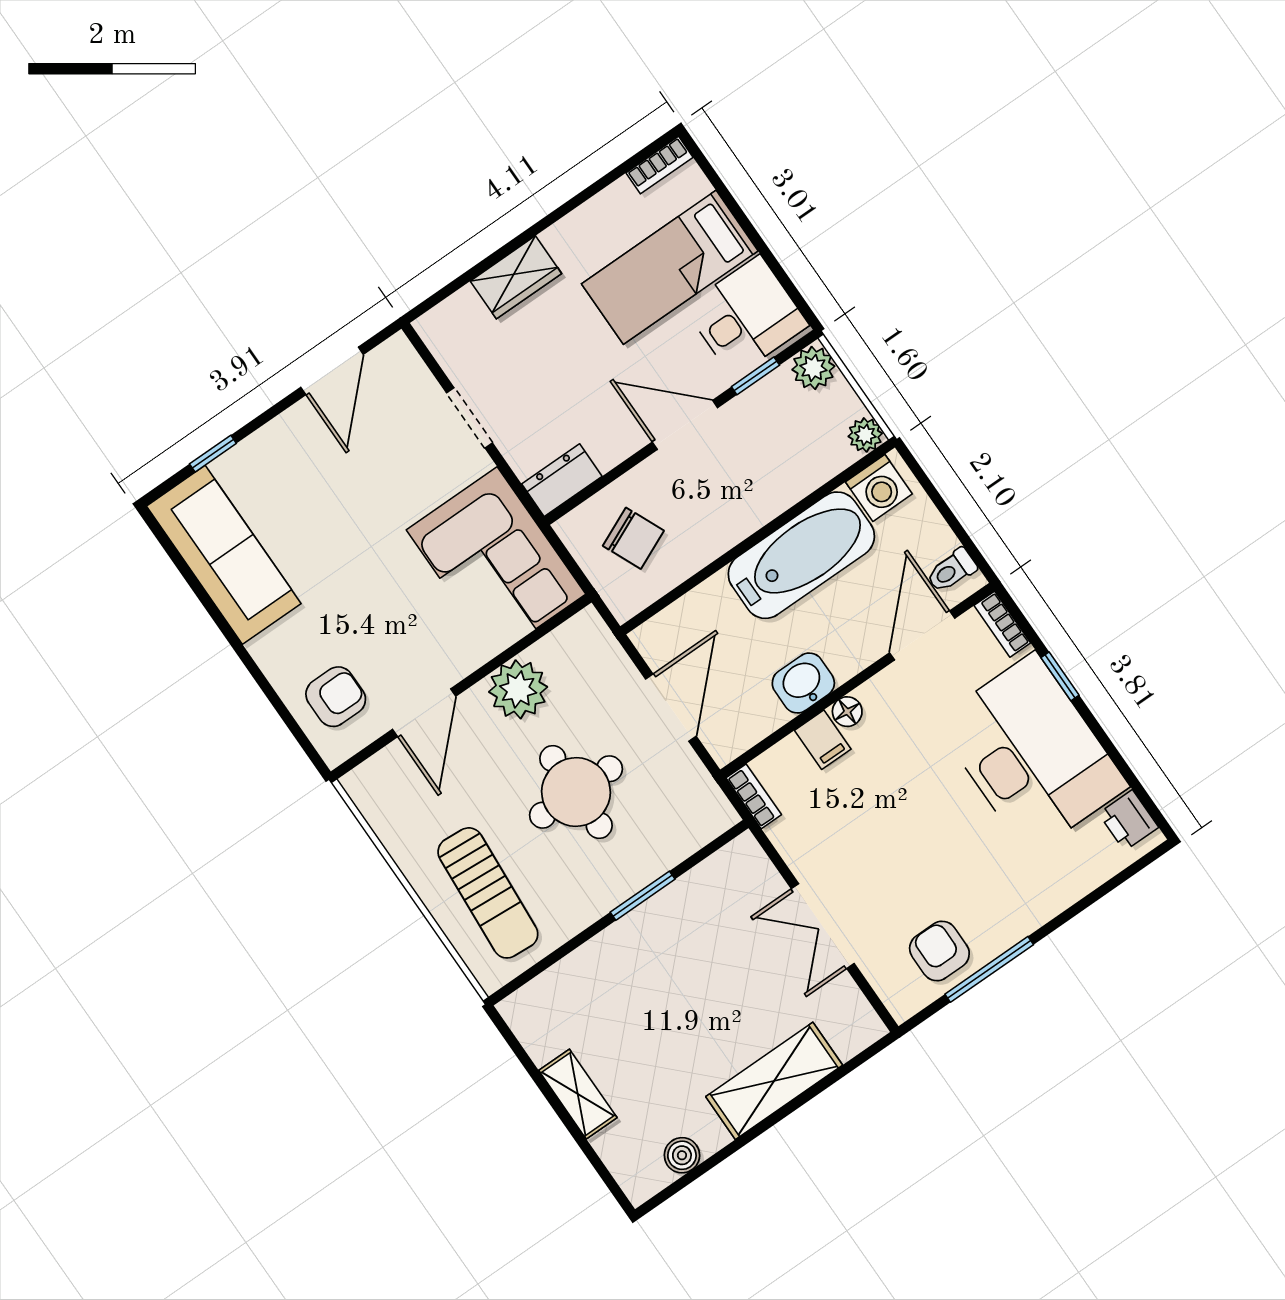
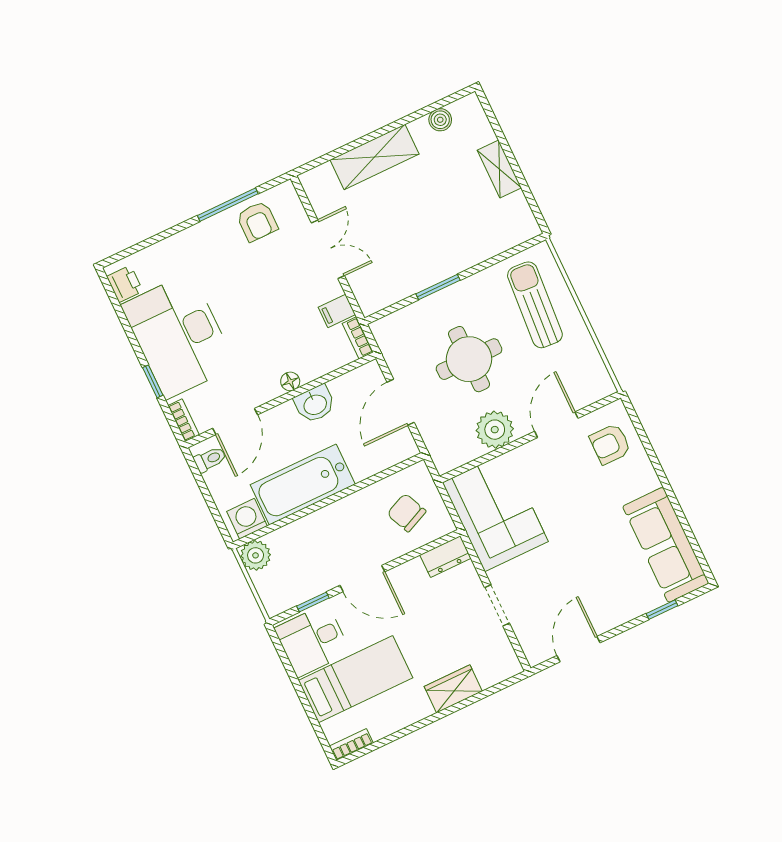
plant: (813, 368) -> (276, 601), removed
plant: (865, 435) -> (256, 555), width x1.38, depth x1.38
filing cabinet: (823, 740) -> (337, 311), moved, turned -90

